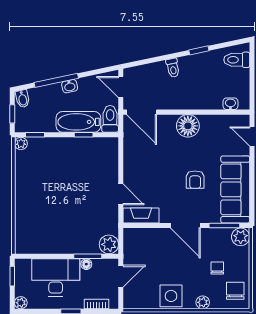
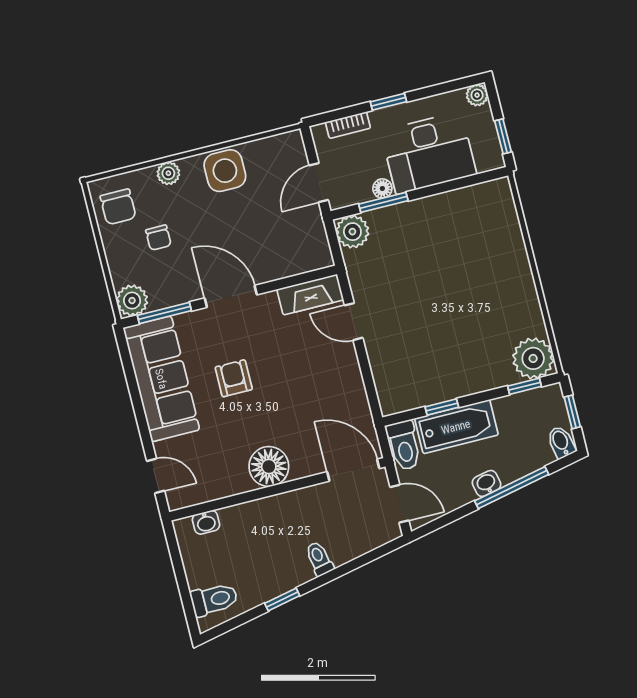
plant: (21, 143) -> (533, 358), width x1.88, depth x1.88

